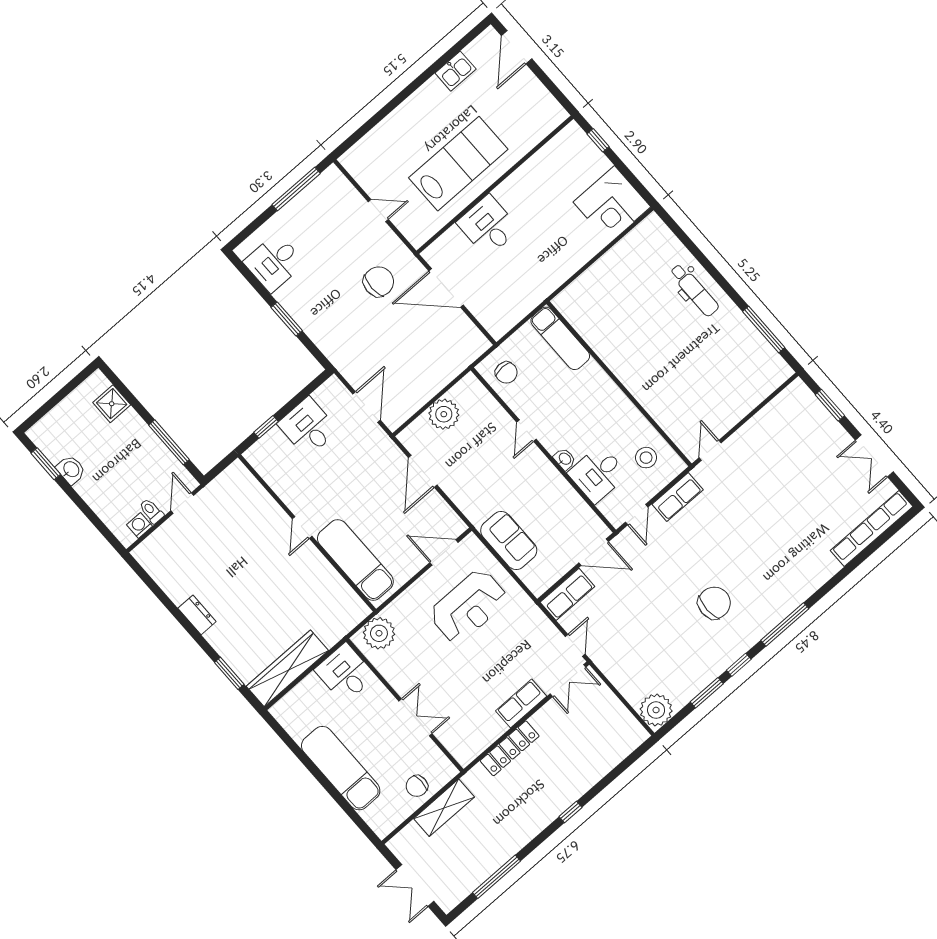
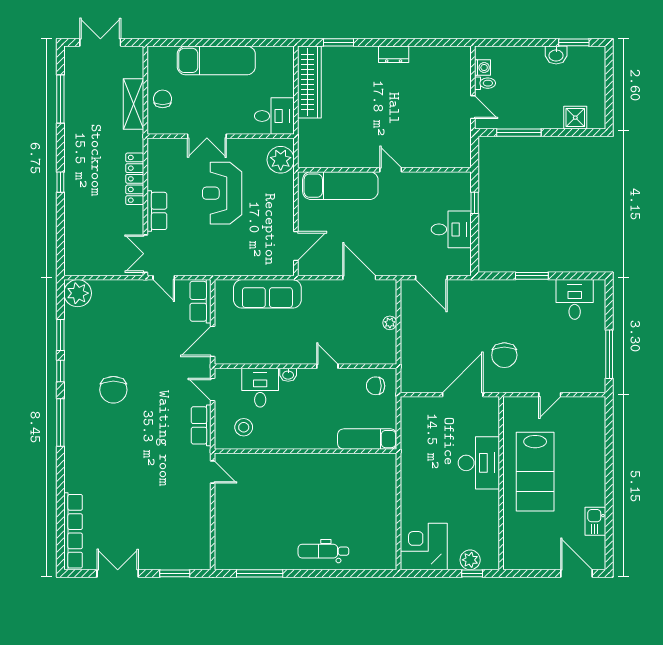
plant: (588, 153) -> (470, 560), added
desk: (488, 226) -> (479, 463), width x1.37
plant: (444, 414) -> (390, 323), width x0.53, depth x0.53
sofa: (509, 541) -> (267, 294), width x1.36
reception desk: (469, 606) -> (222, 193), moved

